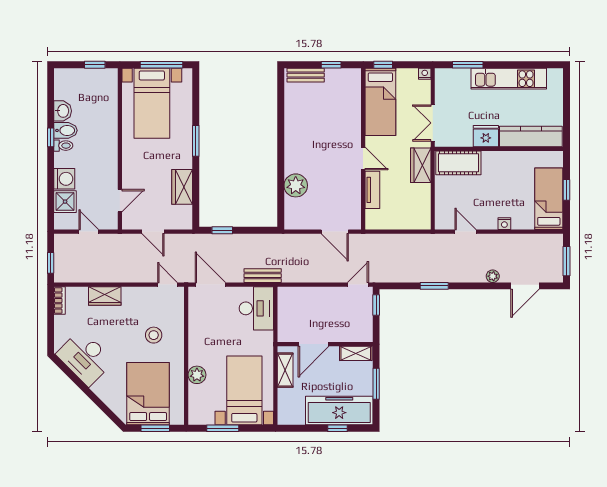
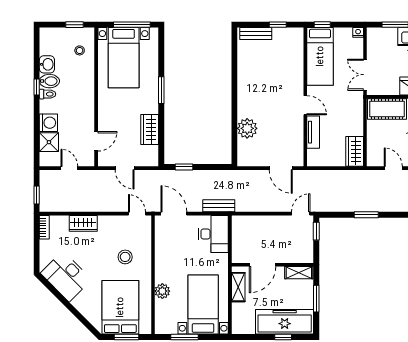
stool: (101, 95) -> (80, 50), added
wardrobe: (421, 165) -> (355, 151), moved

